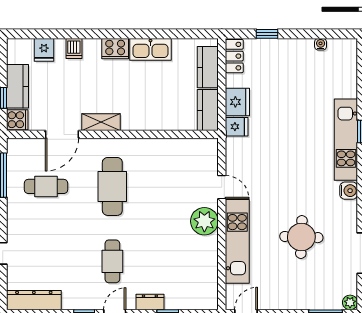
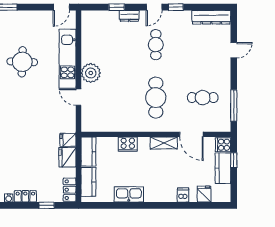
locker: (297, 47) -> (25, 196), added
cooker: (115, 49) -> (128, 144), moved, turned 180
door: (62, 134) -> (191, 134), swing flipped

